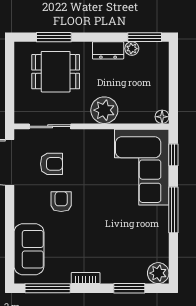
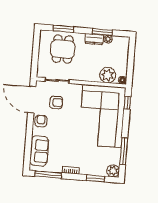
window: (145, 37) -> (102, 32), moved
dining table: (56, 72) -> (63, 49), turned 90
plant: (104, 110) -> (108, 75), moved
corner sofa: (142, 167) -> (102, 116), width x1.36, depth x1.36
armchair: (61, 202) -> (41, 121), moved
window: (173, 210) -> (124, 151), moved

